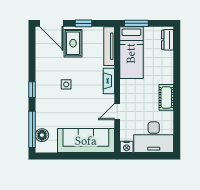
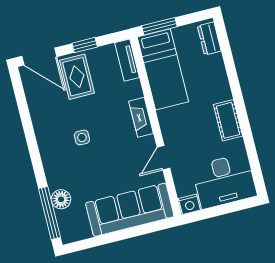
tv unit: (109, 46) -> (127, 60), width x0.71
window: (32, 90) -> (35, 157), removed
floor lamp: (42, 135) -> (61, 199), moved

